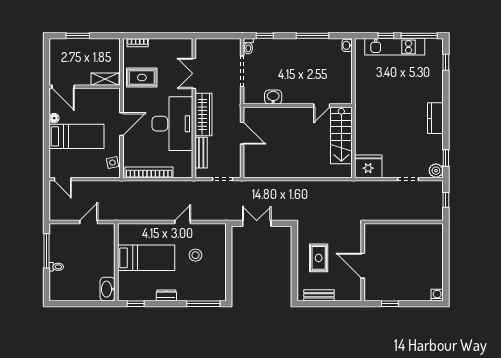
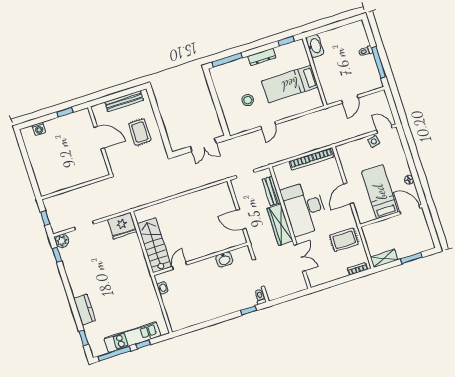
window: (312, 36) -> (207, 324), removed
washbasin: (347, 45) -> (162, 288), moved
shelving: (105, 79) -> (384, 258), moved
kitchen counter: (435, 118) -> (85, 309), moved
bed: (77, 136) -> (380, 192), moved, turned 90
side table: (113, 163) -> (374, 141), moved
dresser: (166, 295) -> (262, 57), width x1.44
bench: (319, 295) -> (124, 101), width x1.36
washing machine: (437, 295) -> (39, 129), moved

